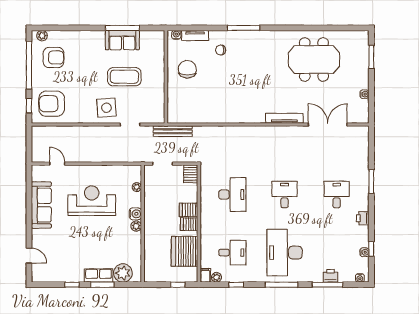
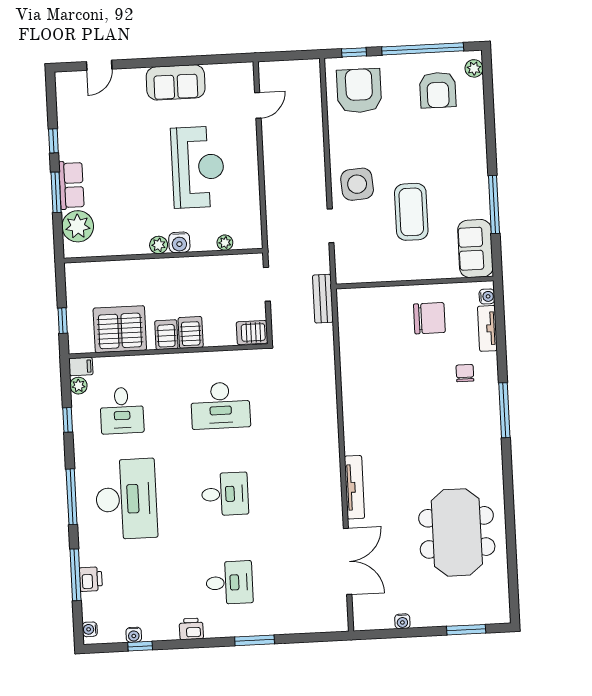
sofa: (122, 40) -> (475, 249), moved
bench: (173, 131) -> (323, 299), width x0.73
sofa: (41, 205) -> (176, 82), width x0.73
desk: (285, 253) -> (126, 499), turned 90

